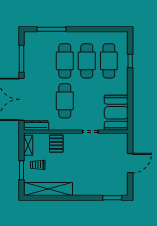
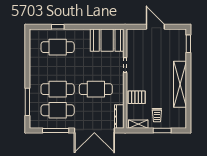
cafe table: (87, 61) -> (58, 110), moved
shelving: (48, 189) -> (180, 84), moved

